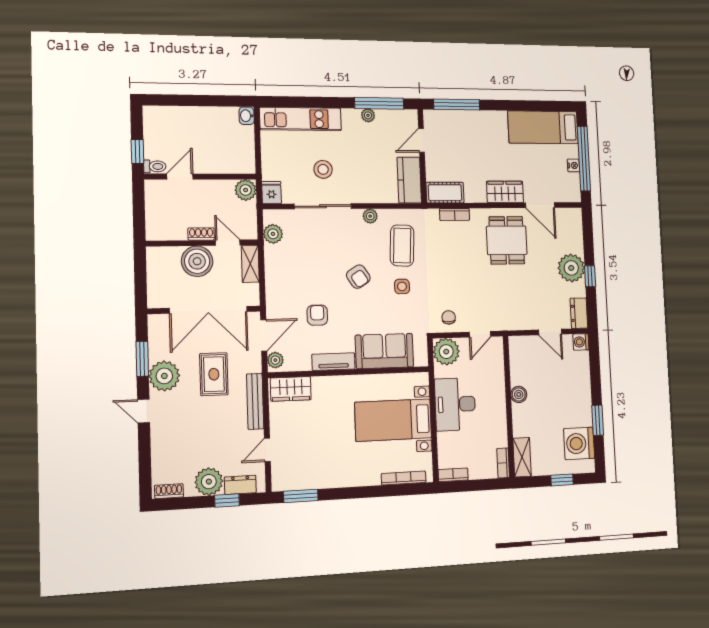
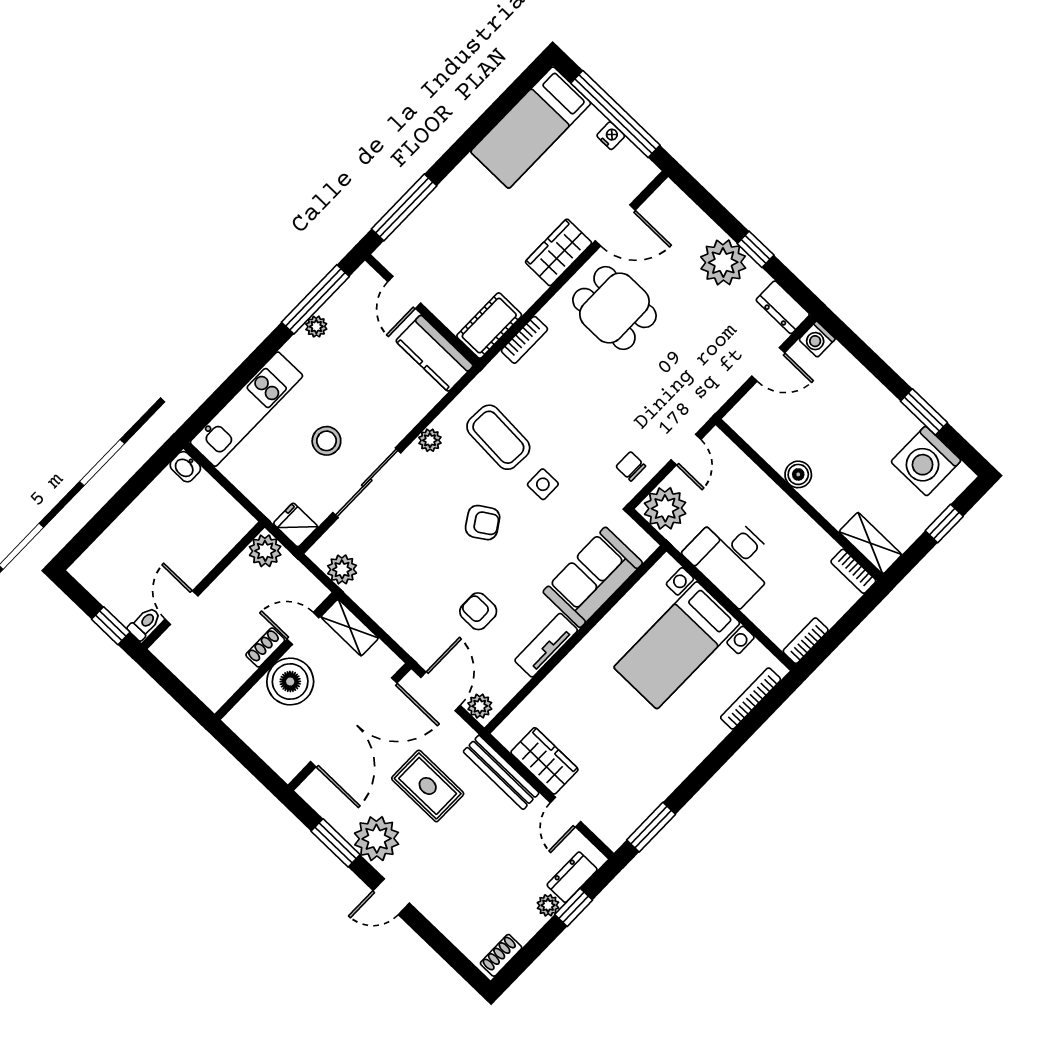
wardrobe: (291, 389) -> (544, 761), moved, turned -90
plant: (209, 482) -> (548, 905), width x0.53, depth x0.53

